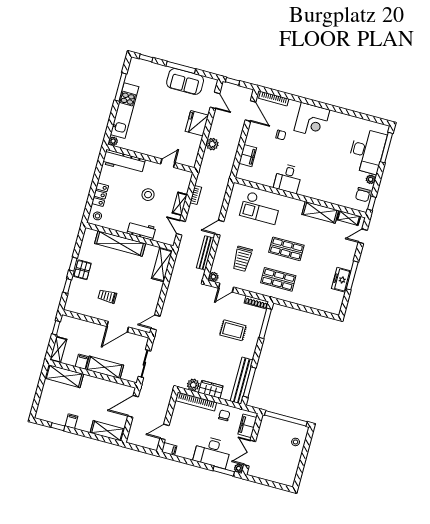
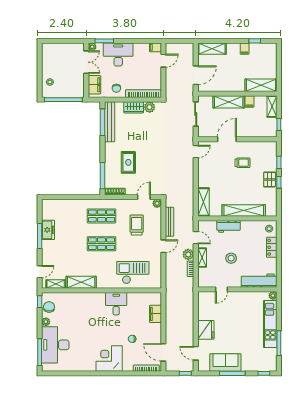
plant: (212, 144) -> (188, 254), moved
rug: (233, 330) -> (128, 162), turned 90

